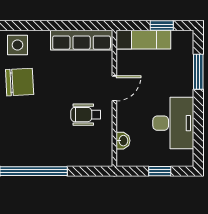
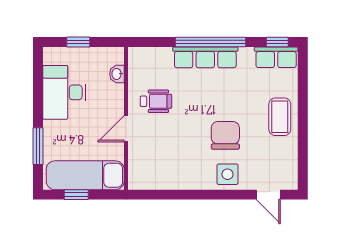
row of seats: (82, 40) -> (205, 57), moved, turned 180
exam couch: (143, 40) -> (85, 175), width x1.36, depth x1.45
chair: (20, 82) -> (225, 135), turned 93

